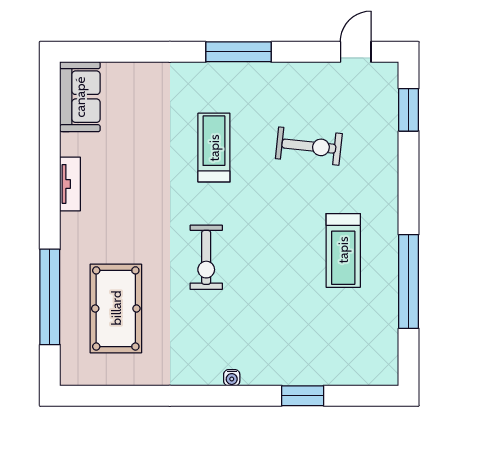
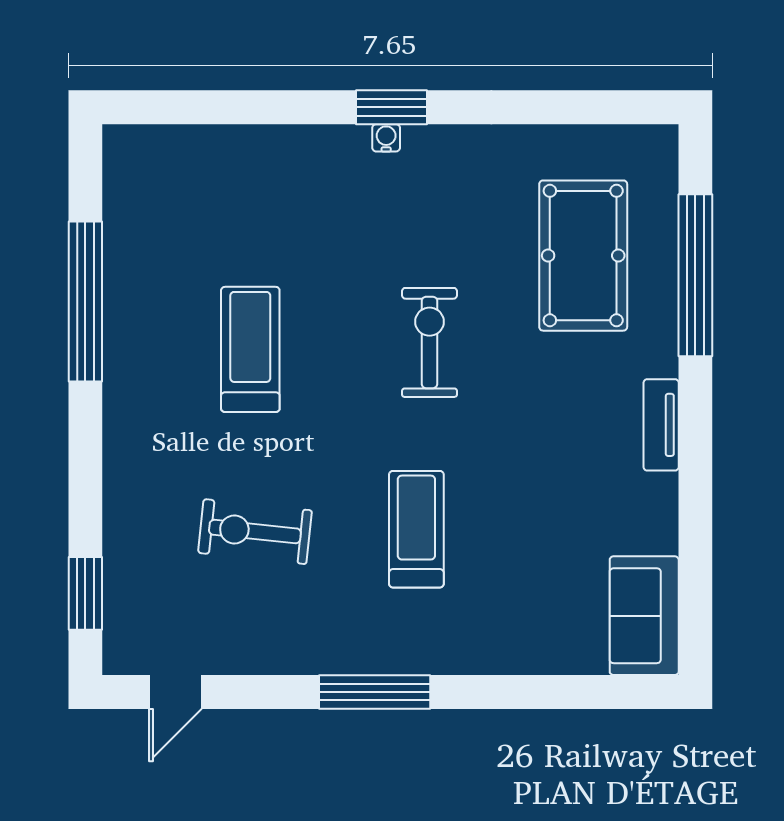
treadmill: (214, 148) -> (416, 529), turned 180
tv unit: (70, 184) -> (661, 425), moved
treadmill: (343, 250) -> (250, 349), moved
window: (303, 396) -> (392, 107), moved

